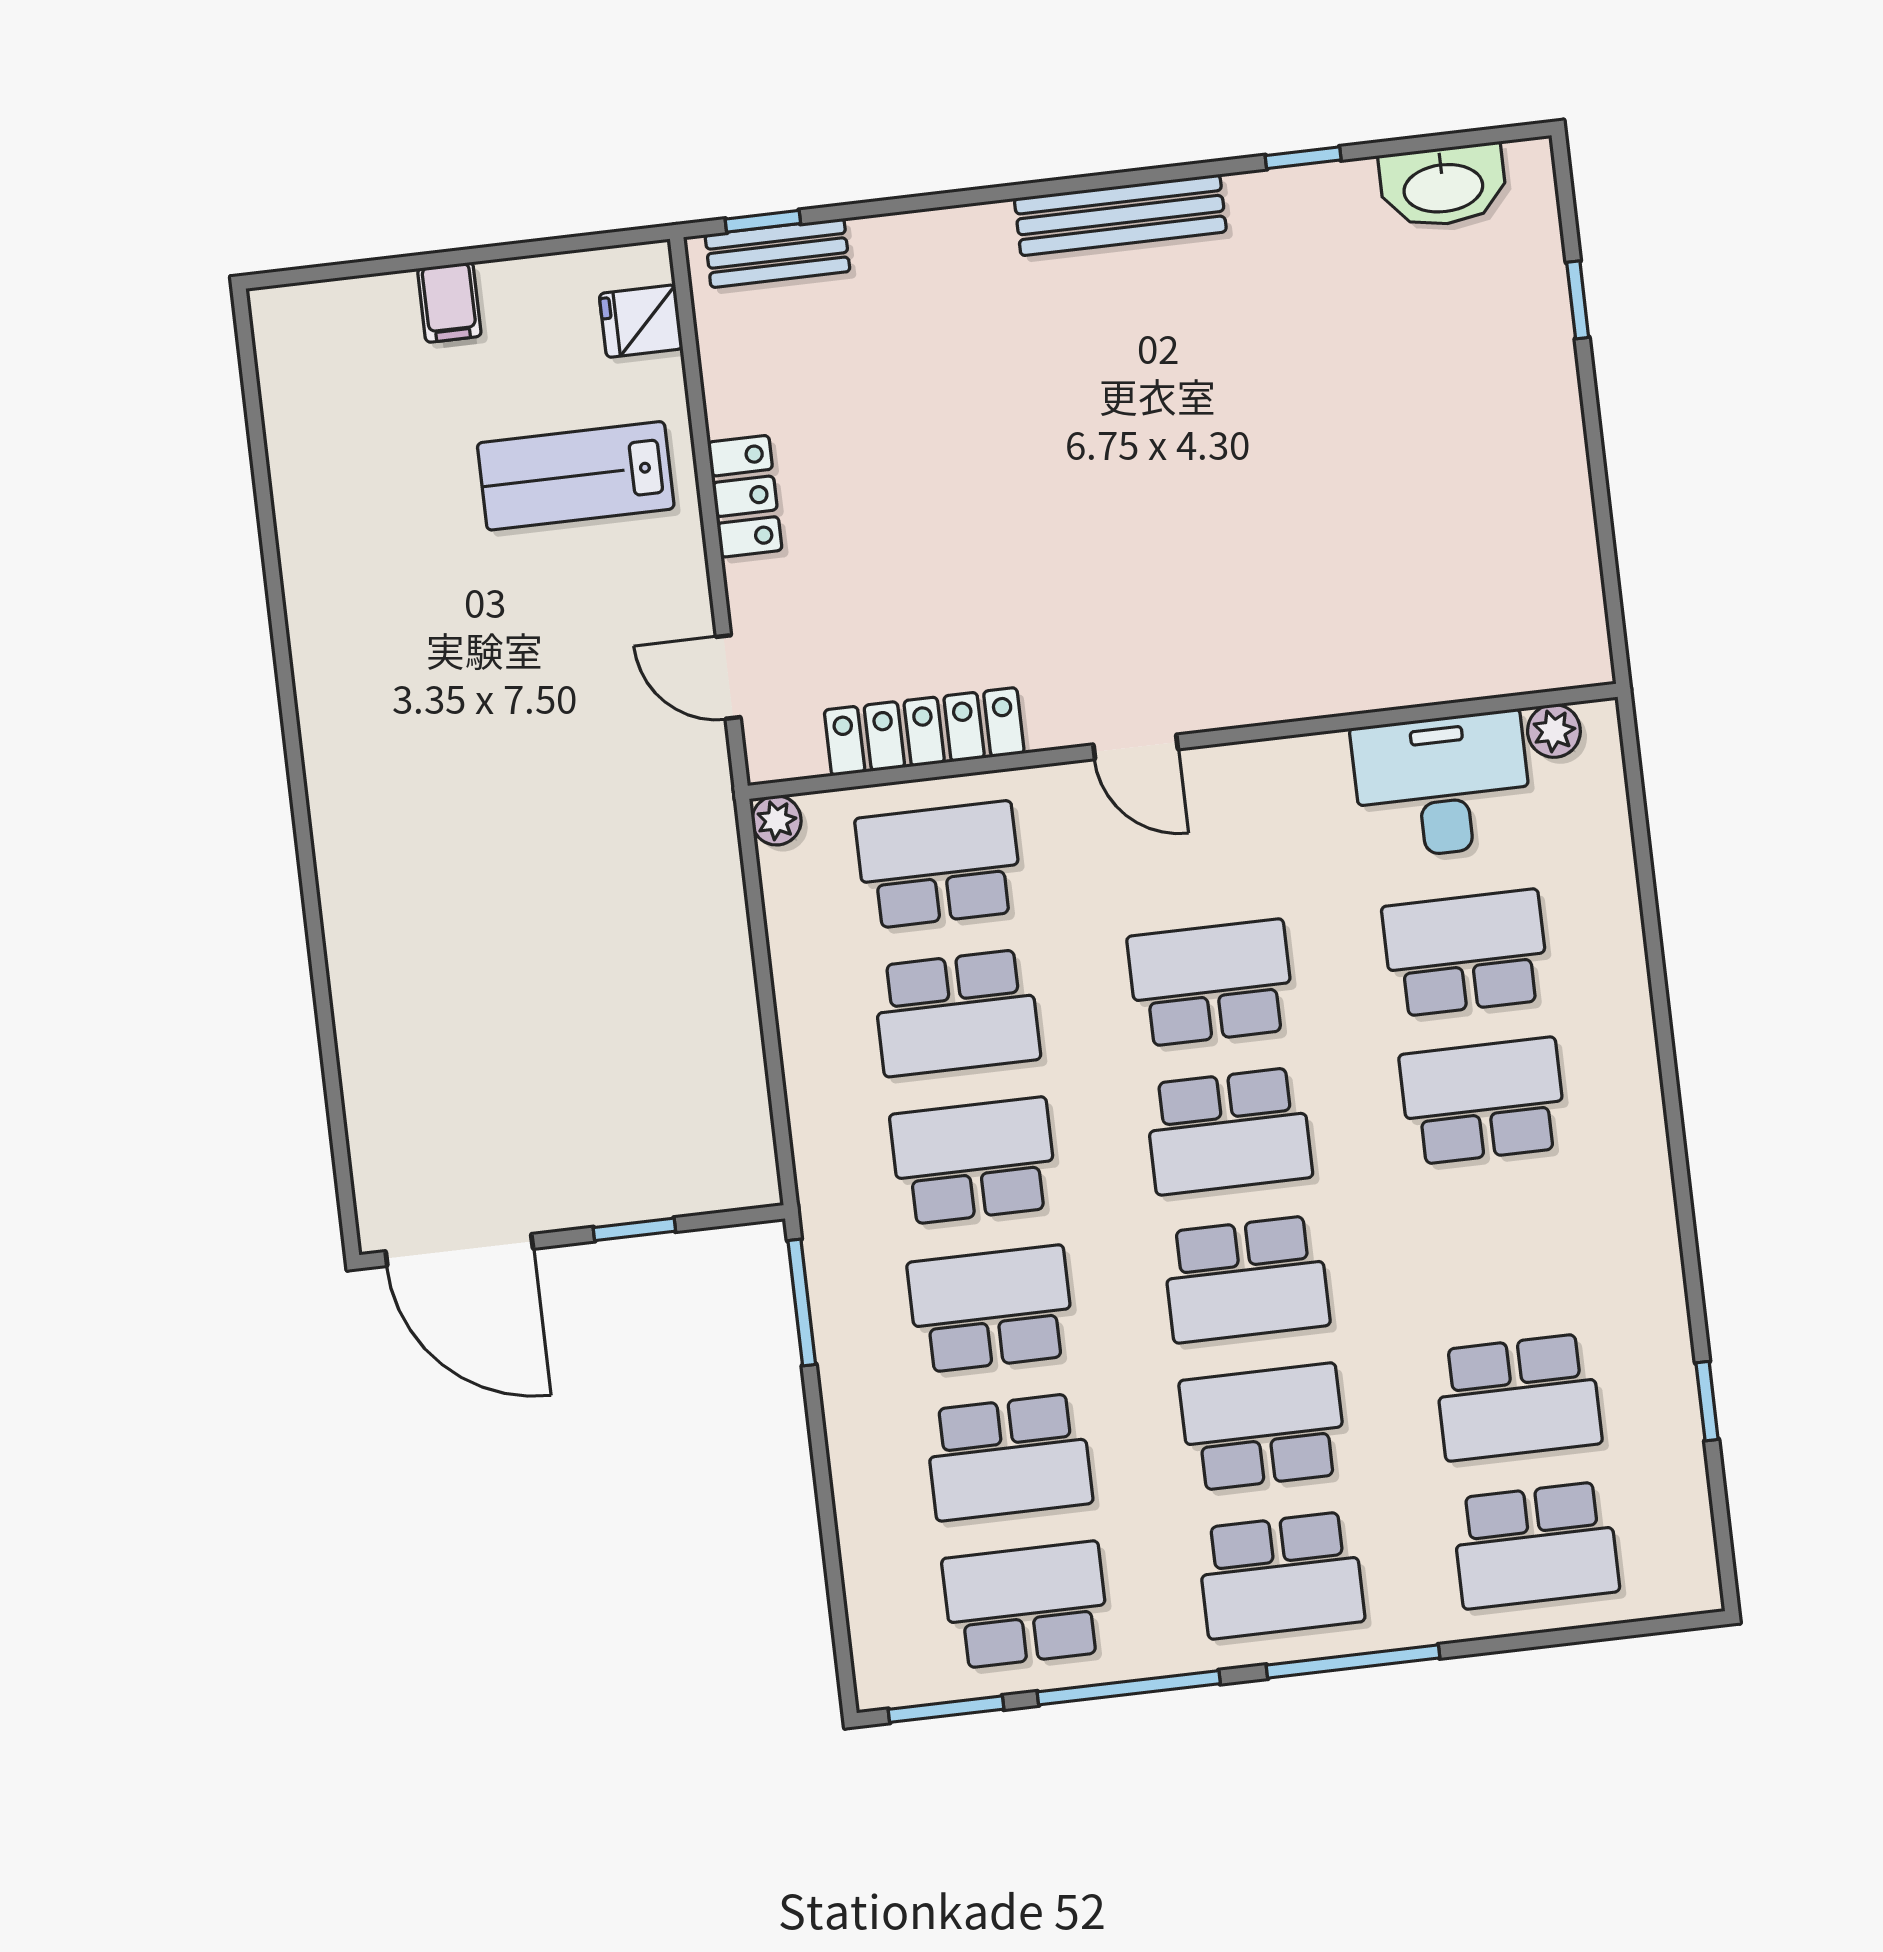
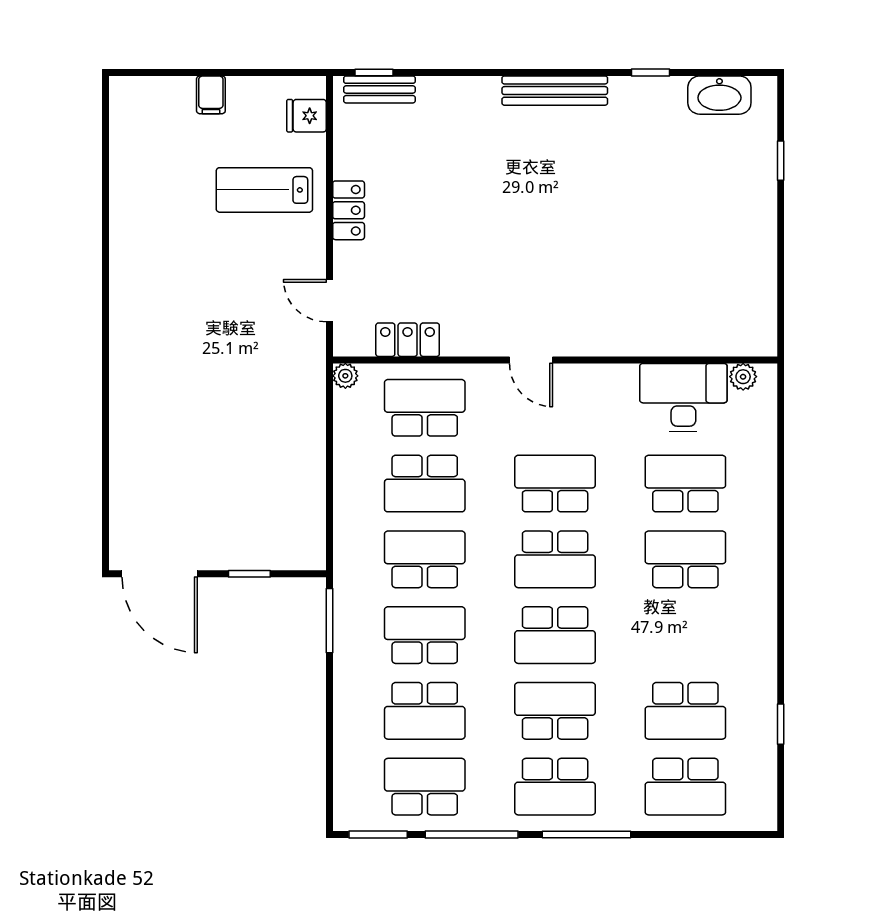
locker: (924, 732) -> (408, 340), width x0.66

